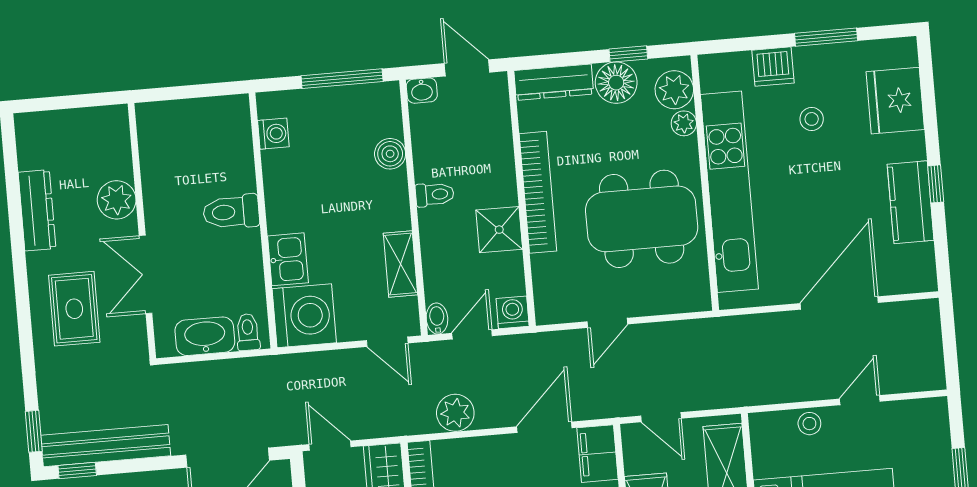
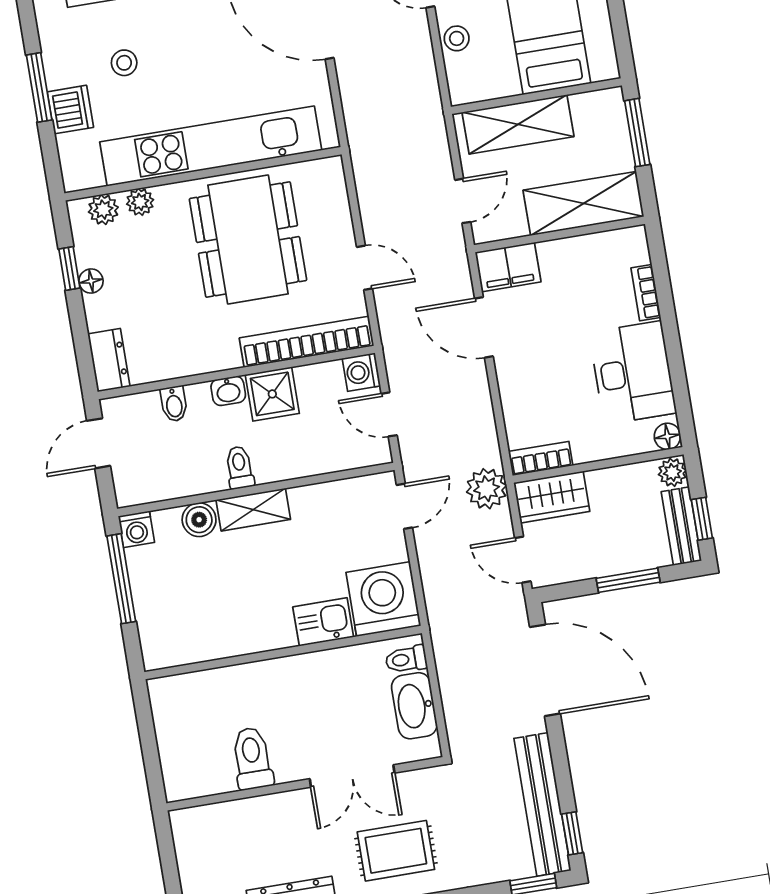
window: (826, 37) -> (39, 87), moved
dresser: (554, 82) -> (109, 360), width x0.70
floor lamp: (616, 83) -> (91, 281), width x0.53, depth x0.53
plant: (674, 90) -> (103, 210), width x0.73, depth x0.73
washbasin: (422, 91) -> (228, 391), moved, turned 90
washing machine: (273, 134) -> (136, 529), moved, turned 180
bookcase: (538, 192) -> (307, 342), moved
plant: (117, 200) -> (273, 814), removed
toilet: (231, 212) -> (252, 758), moved, turned 180
shelving: (400, 264) -> (253, 510), moved
bidet: (437, 319) -> (174, 404), moved, turned -90
plant: (455, 413) -> (487, 489), moved
door: (330, 446) -> (523, 560), hinge flipped

